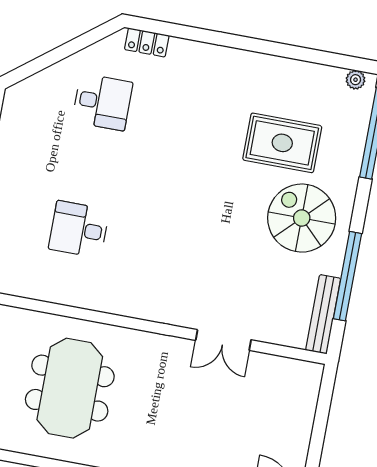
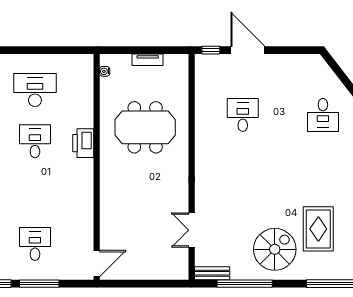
bench: (323, 314) -> (212, 273), width x0.73
double door: (223, 340) -> (192, 230), moved

